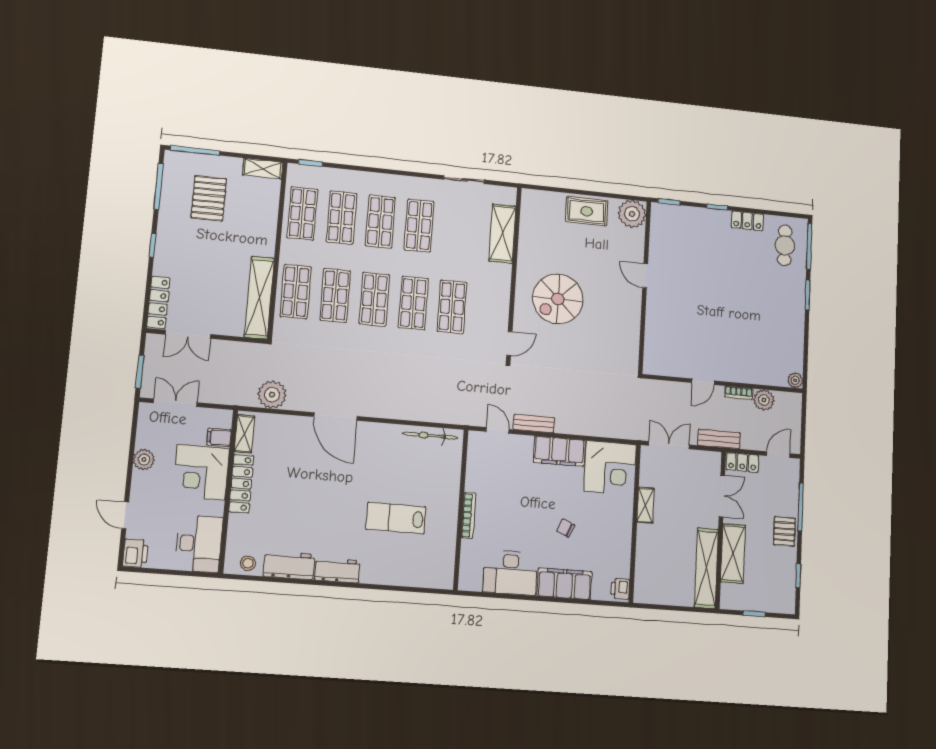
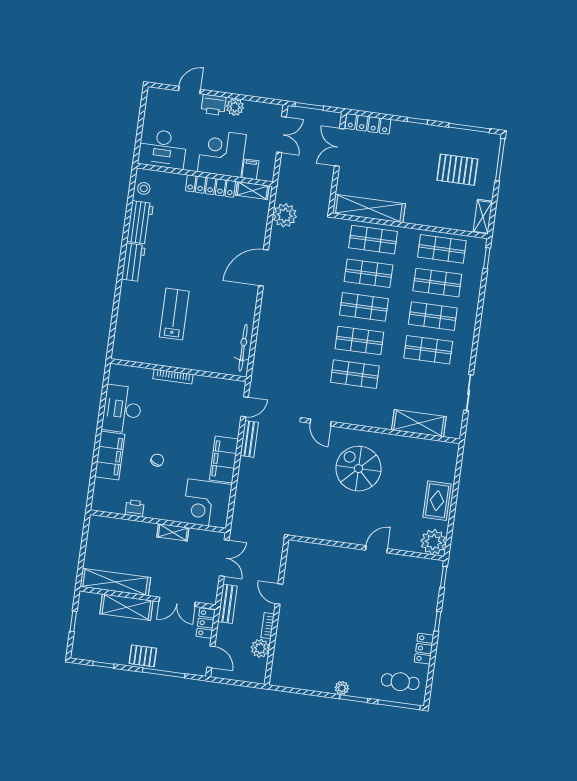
plant: (795, 380) -> (342, 688), moved
printer: (136, 553) -> (214, 105), moved
printer: (620, 589) -> (135, 508), moved

